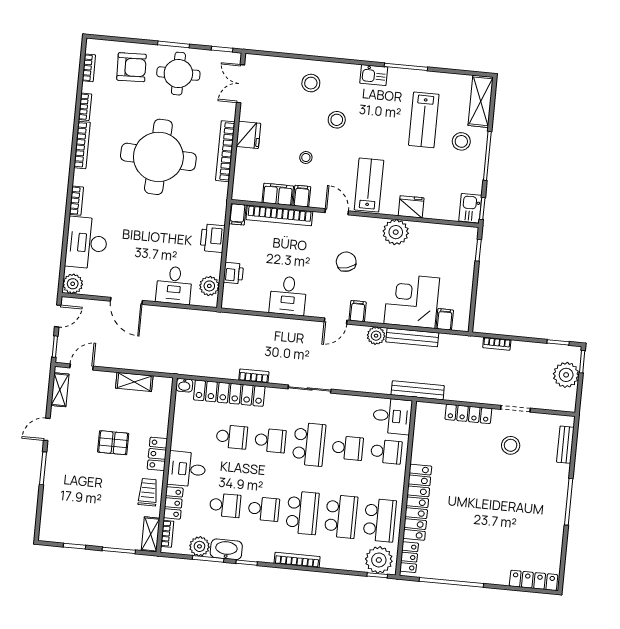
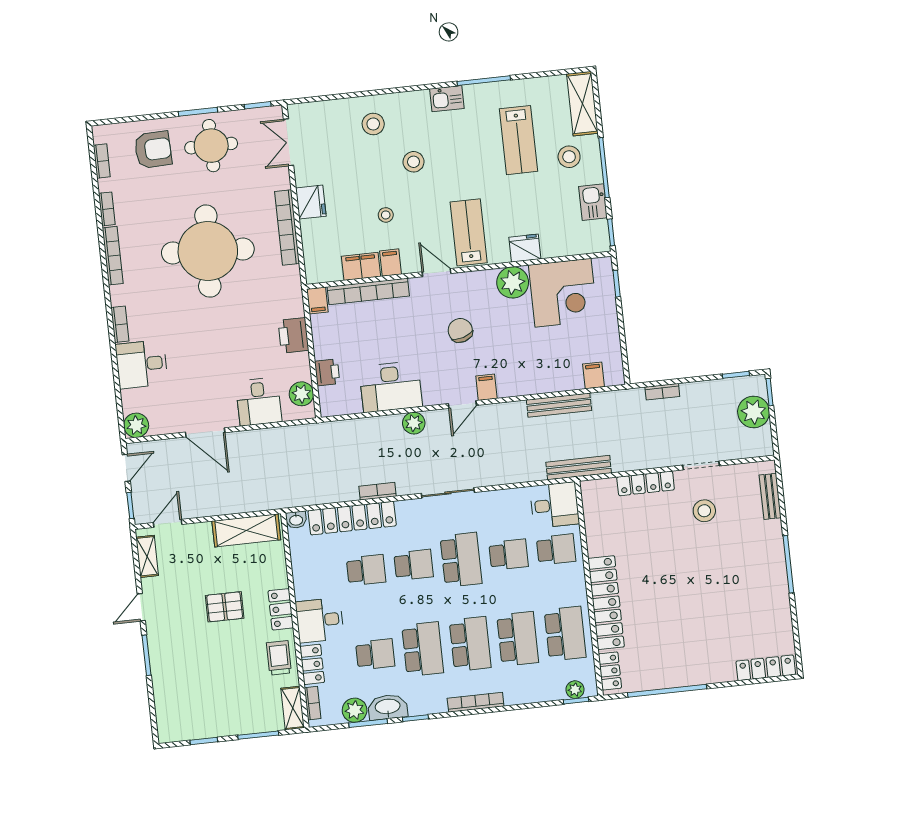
kitchen sink: (470, 208) -> (593, 202), moved
desk: (86, 243) -> (142, 364), width x0.73
desk: (288, 296) -> (391, 387), width x1.37
corner desk: (412, 301) -> (563, 293), moved, turned 180
plant: (376, 336) -> (414, 423), moved
shelving: (134, 382) -> (246, 530), width x1.50, depth x1.33
school desk: (264, 509) -> (423, 649), width x1.85
plant: (379, 560) -> (575, 690), width x0.53, depth x0.53

